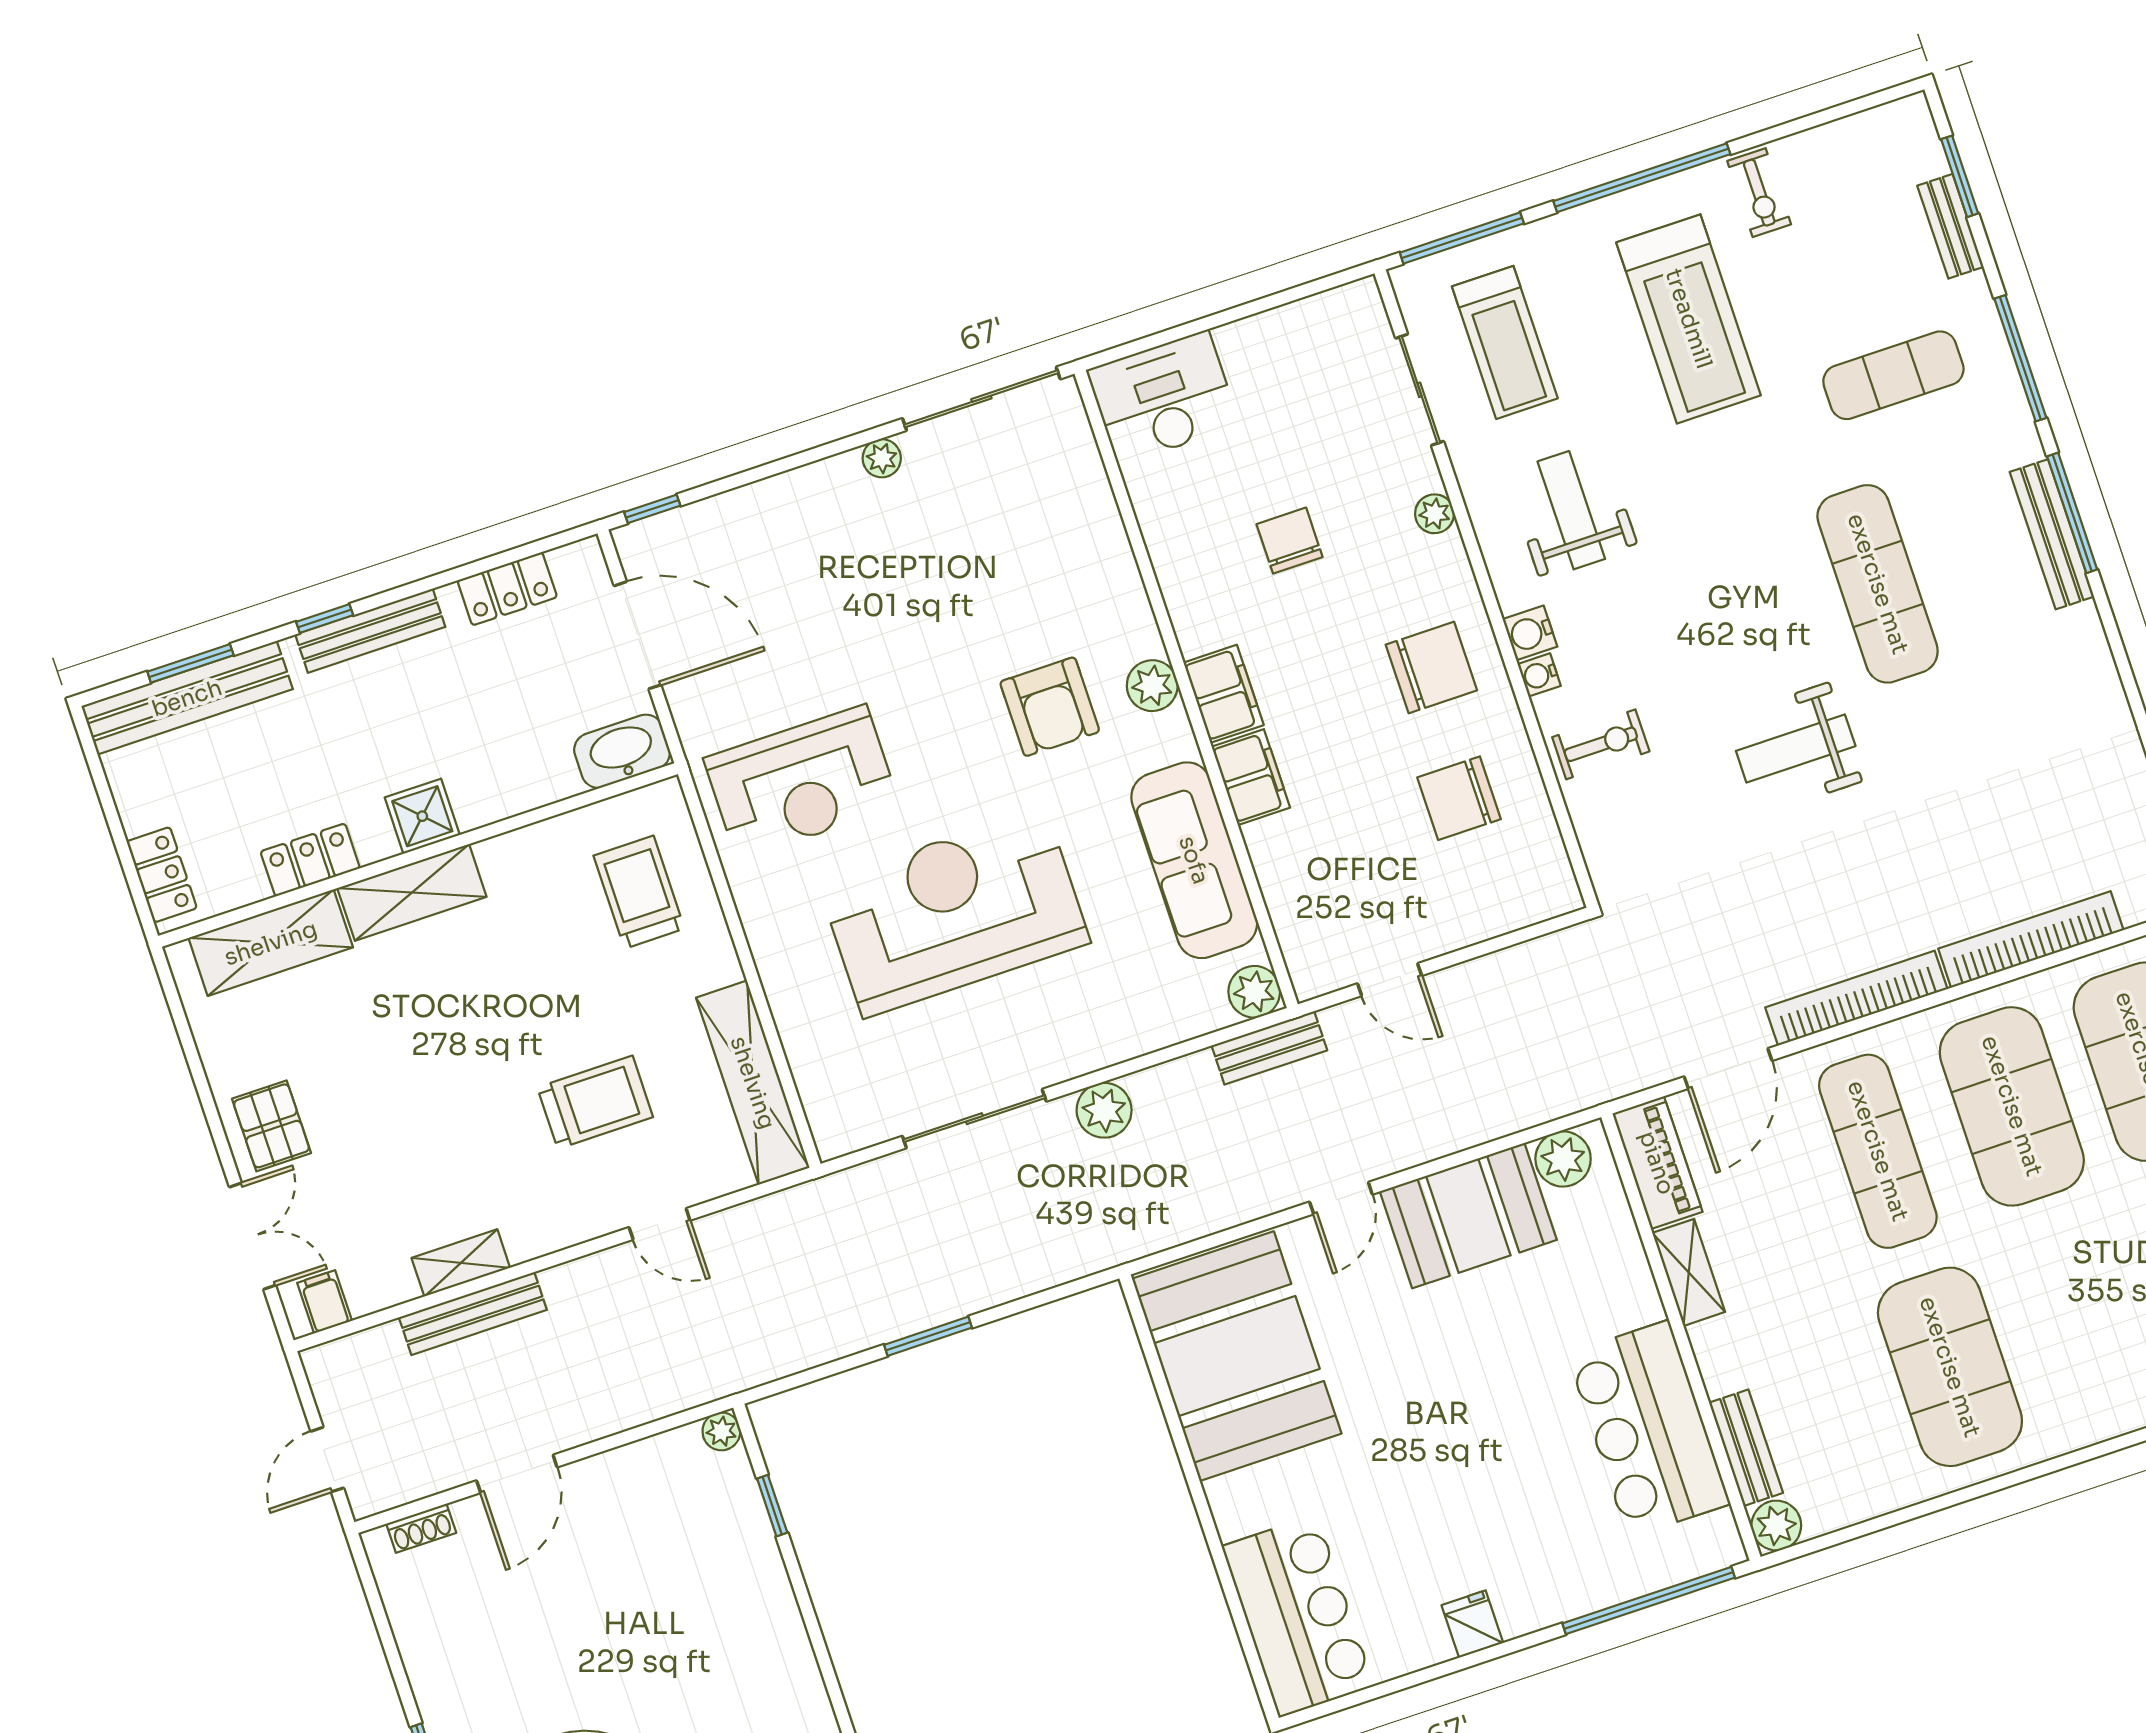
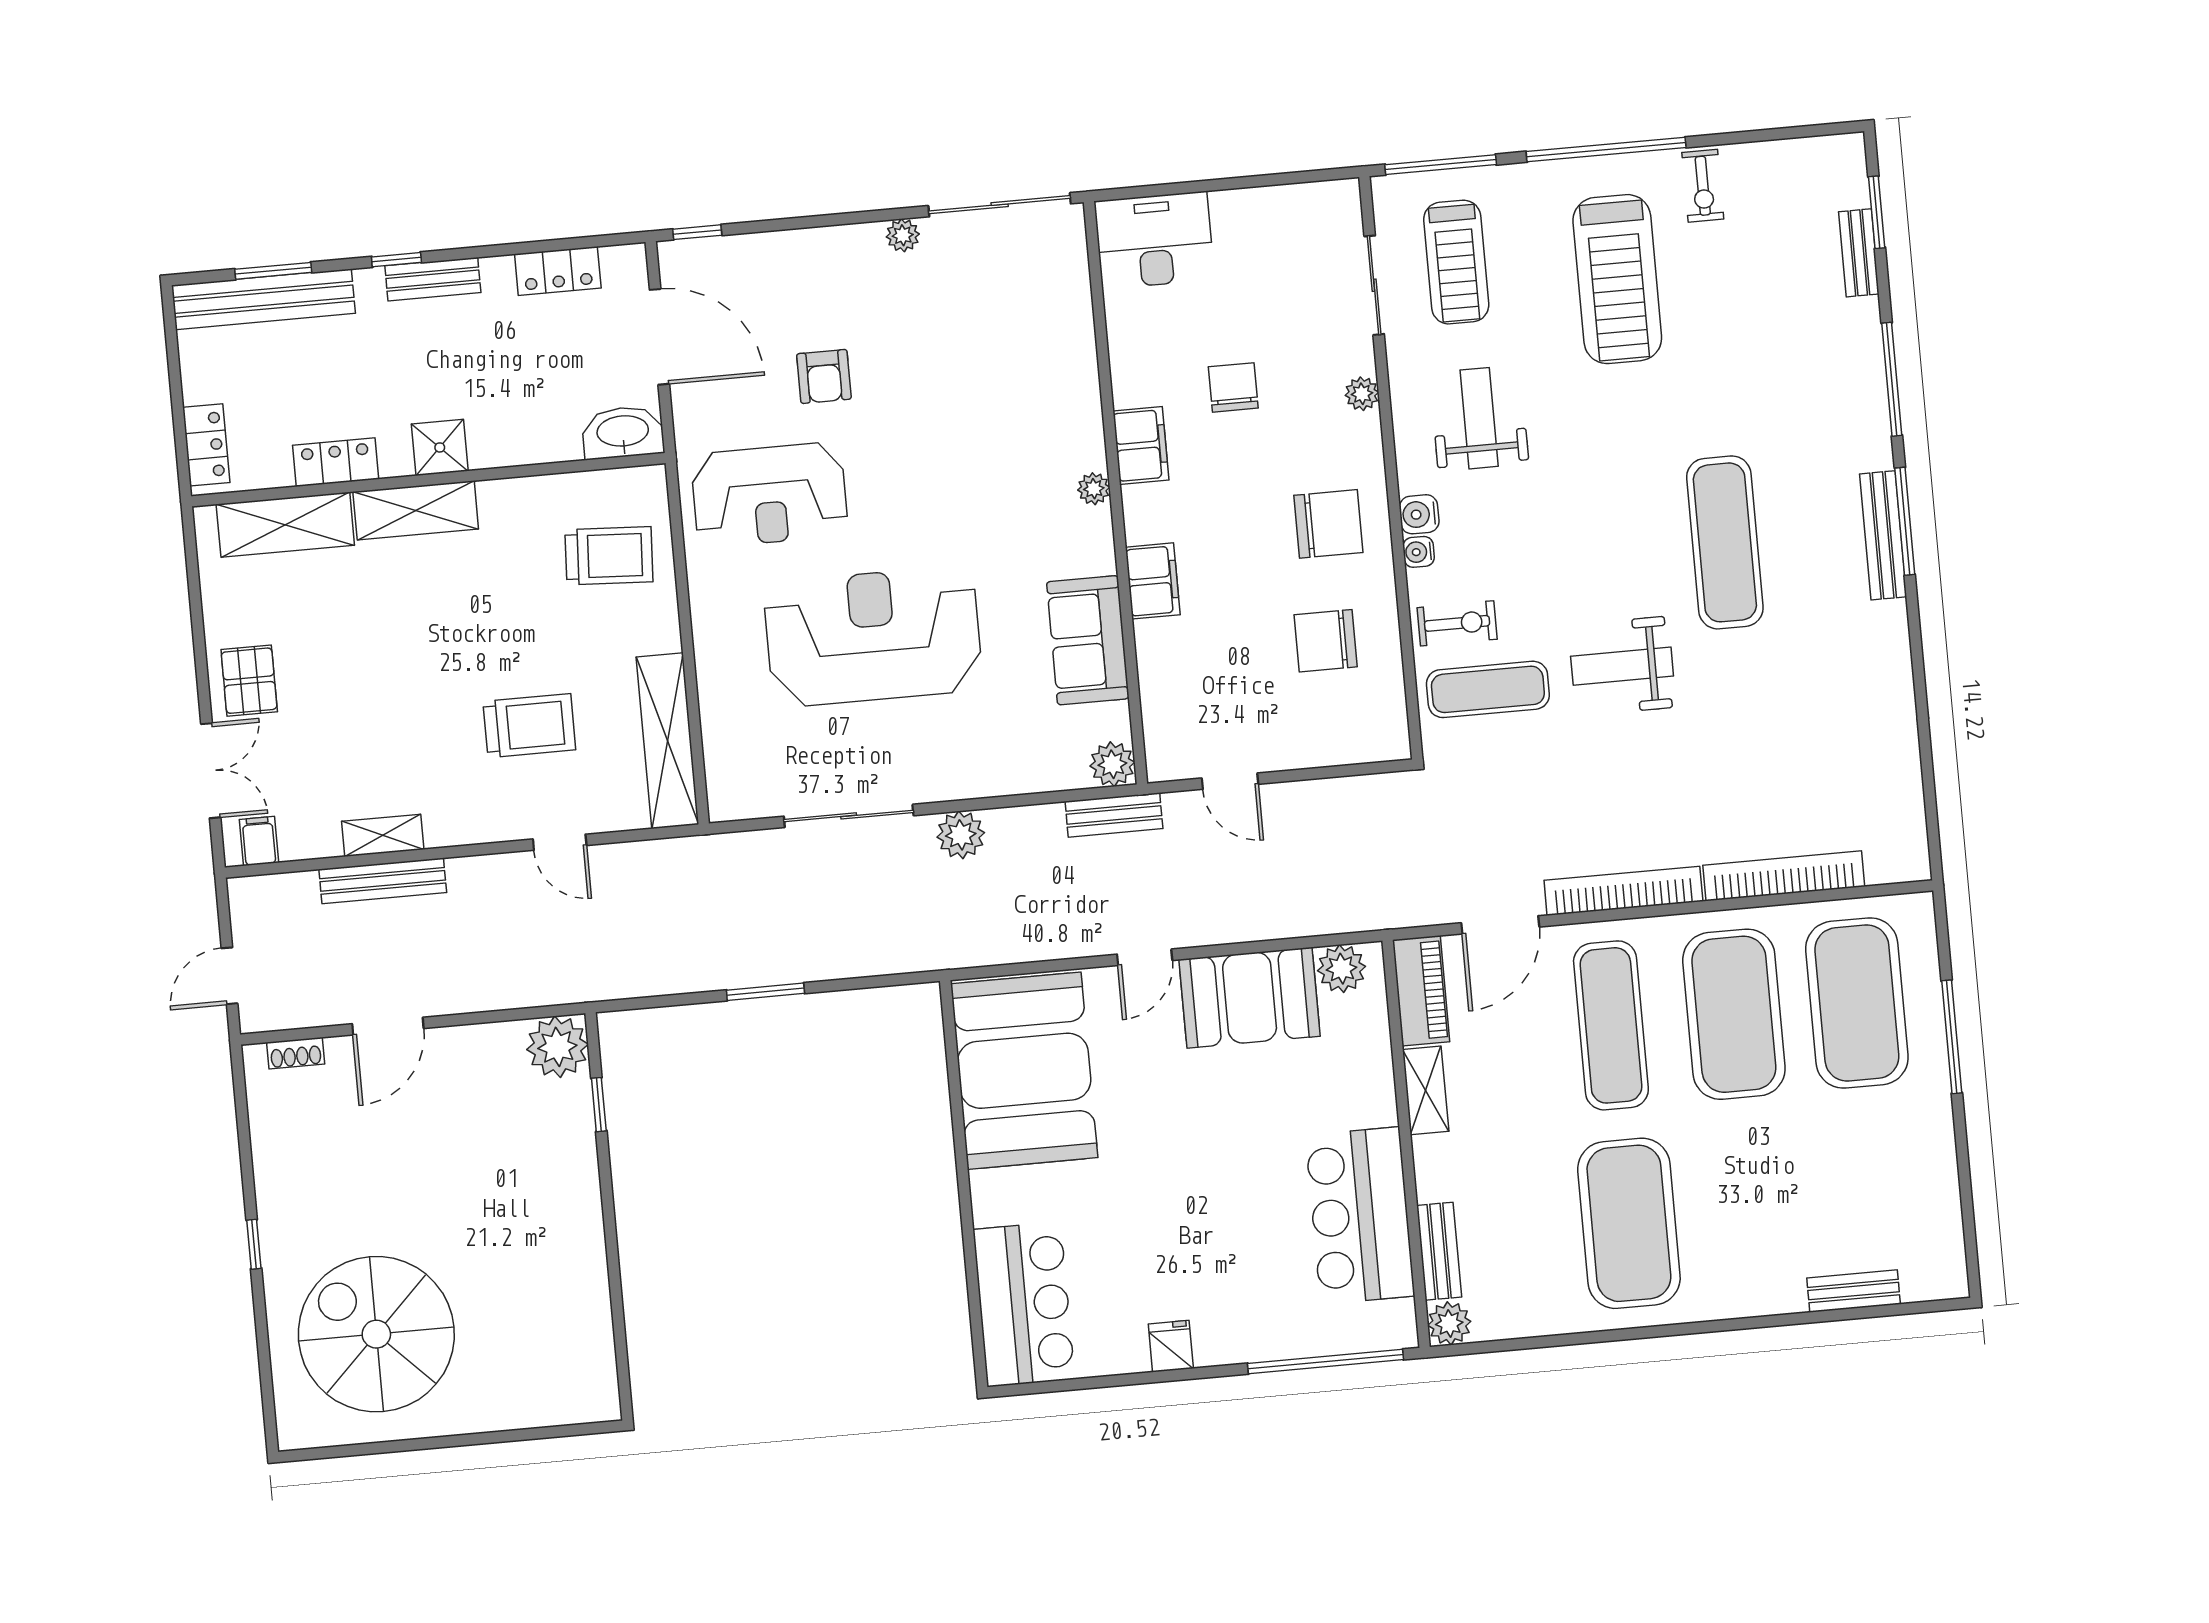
exercise mat: (1893, 375) -> (1488, 689), moved
bench: (370, 631) -> (433, 279), width x0.73
plant: (1152, 686) -> (1094, 489), width x0.73, depth x0.73
filing cabinet: (1224, 694) -> (1141, 445), moved
armchair: (1050, 707) -> (824, 376), moved, width x0.72, depth x0.72
sofa: (1194, 860) -> (1088, 640), width x0.73
trolley: (639, 892) -> (609, 556), turned 93
plant: (721, 1431) -> (557, 1047), width x1.87, depth x1.87

